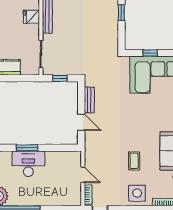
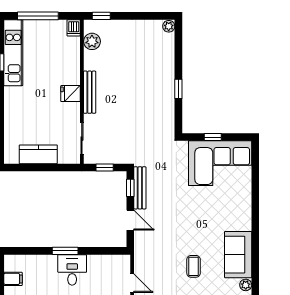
window: (81, 95) -> (130, 188), added
bench: (89, 100) -> (140, 188), width x1.36
desk: (28, 164) -> (72, 270), width x0.73

